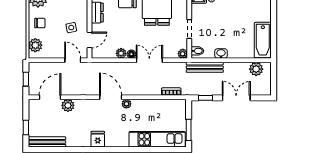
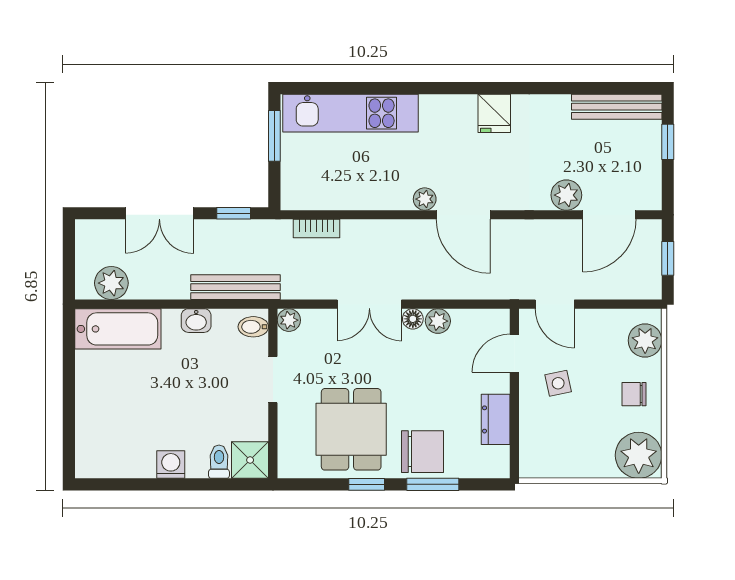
bathtub: (263, 40) -> (118, 329), moved, turned 90

